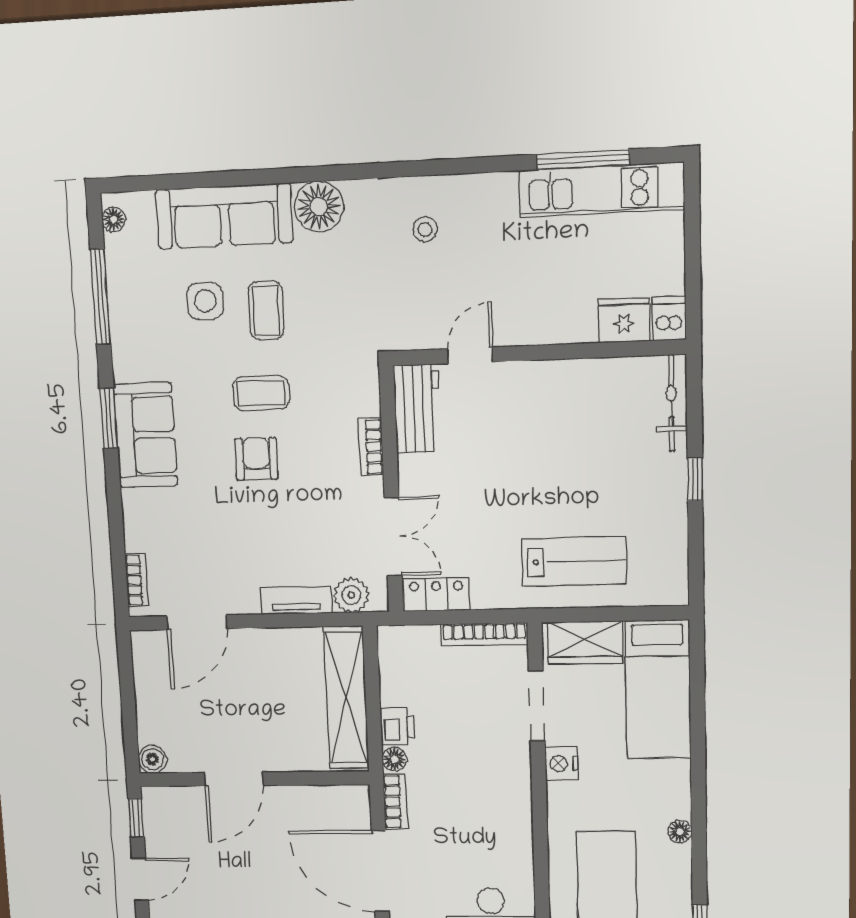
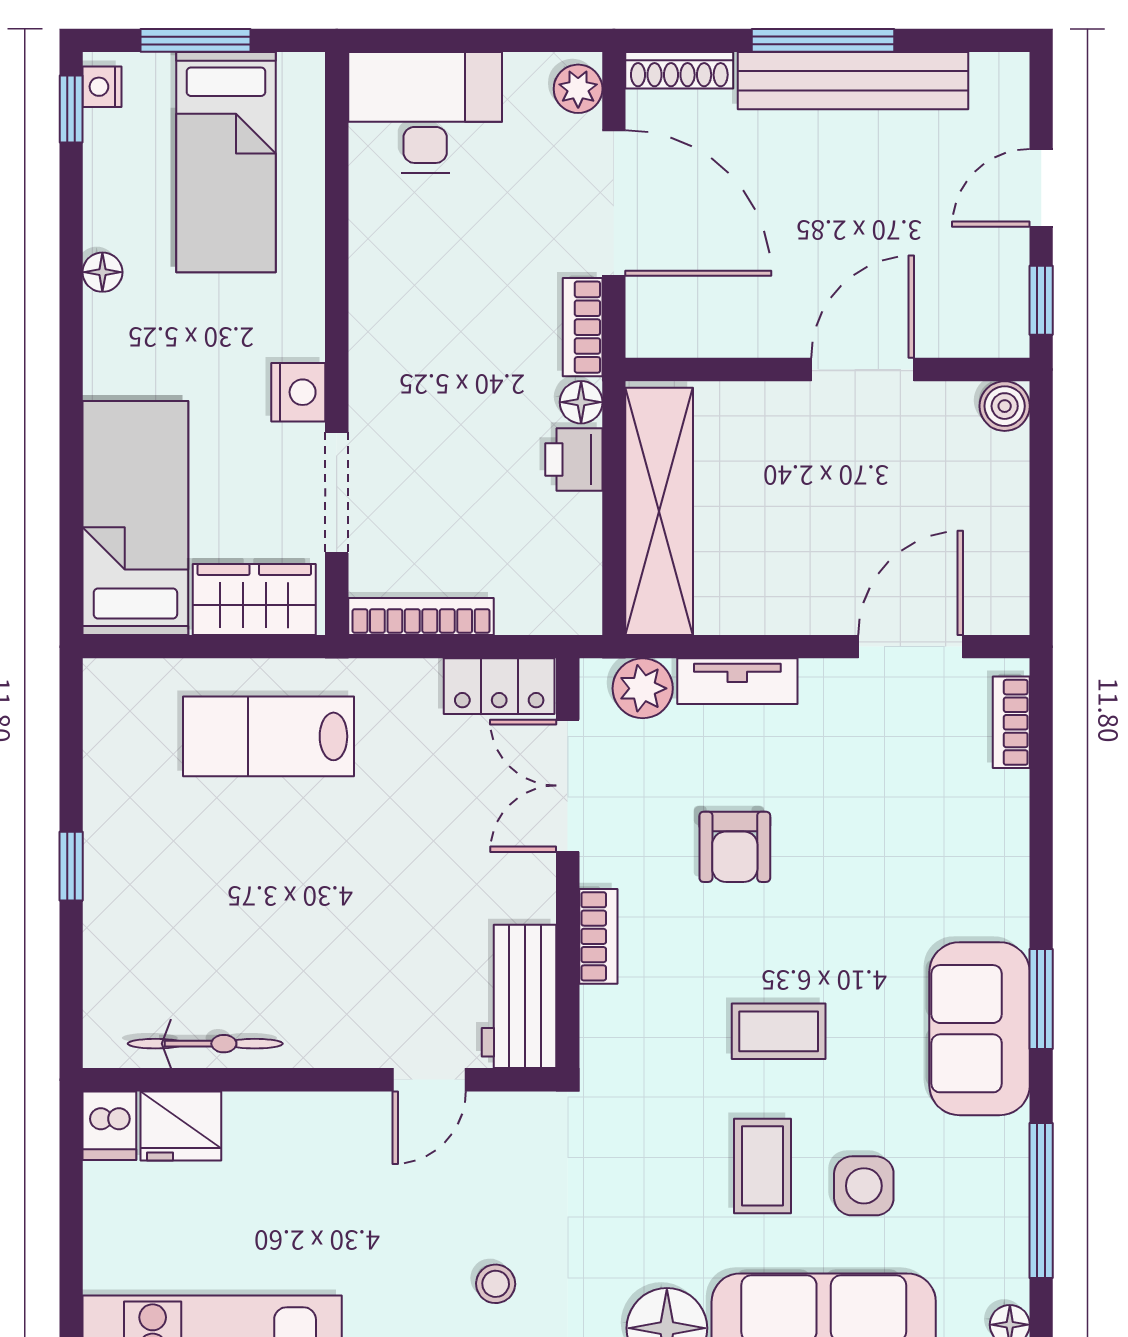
bicycle: (671, 403) -> (205, 1044), moved, turned -90
sofa: (146, 435) -> (980, 1029), moved
armchair: (256, 459) -> (735, 847), moved

